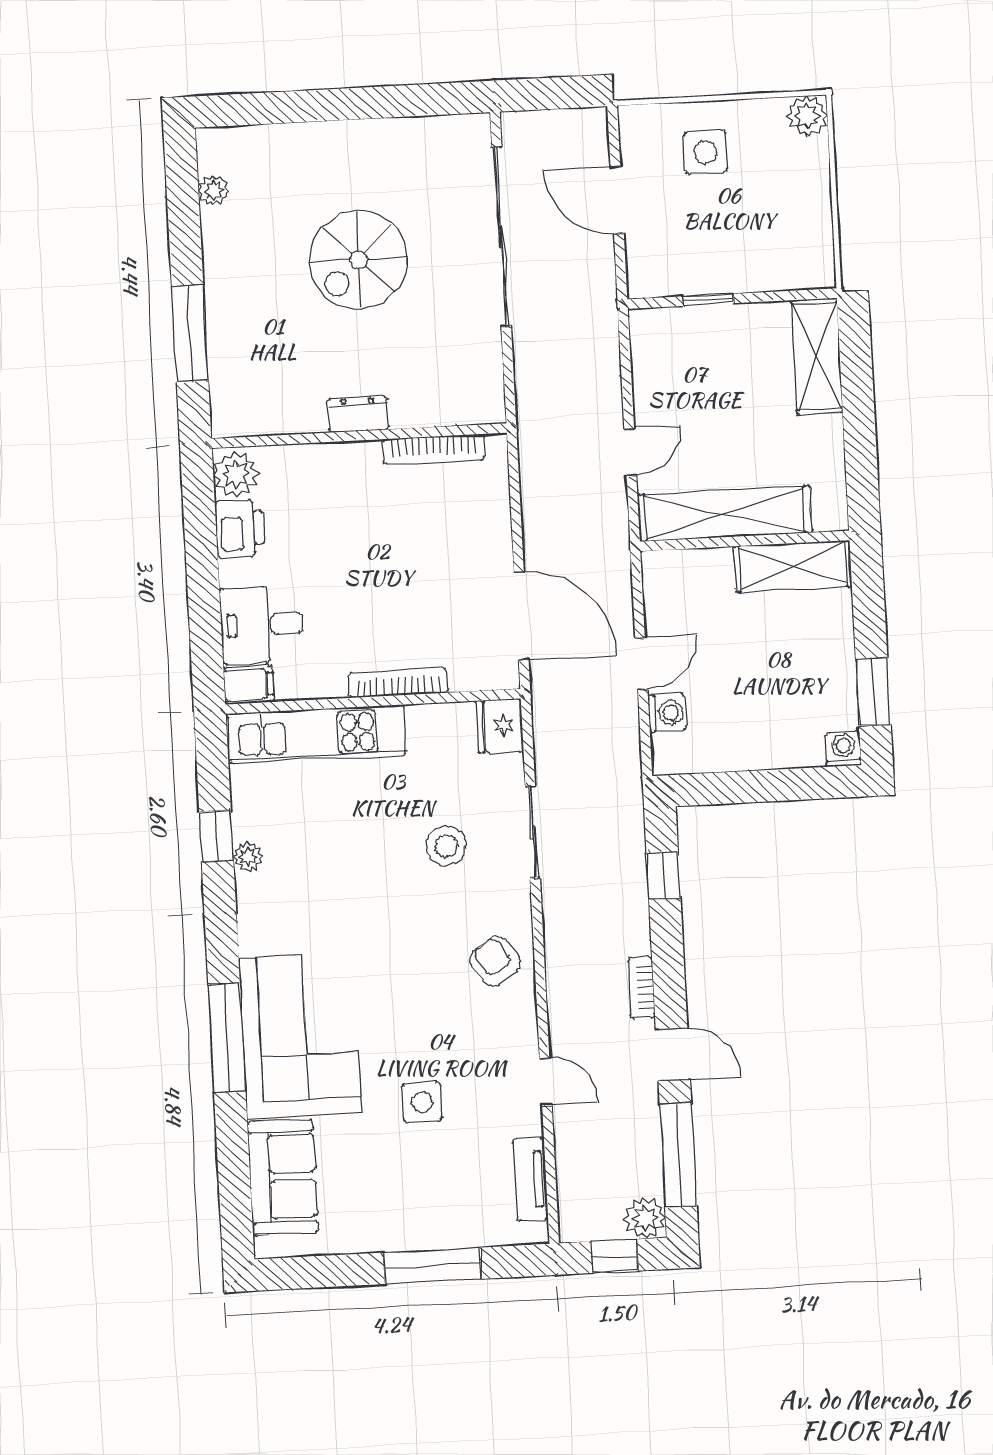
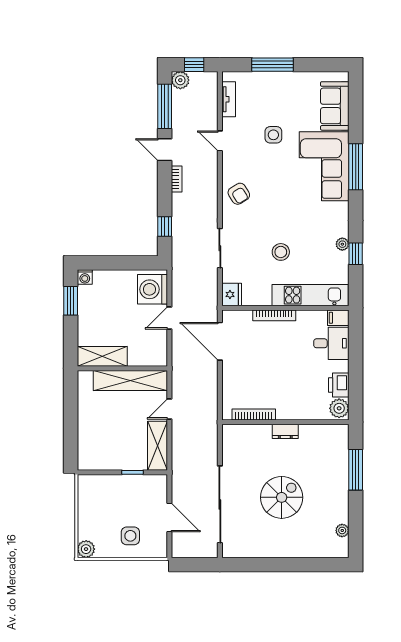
shelving: (817, 356) -> (158, 446), moved
washing machine: (667, 713) -> (152, 289), width x1.89, depth x1.89
stool: (446, 846) -> (281, 252), moved

